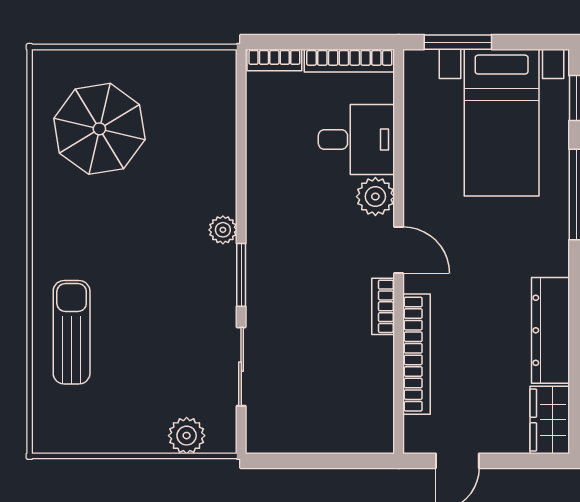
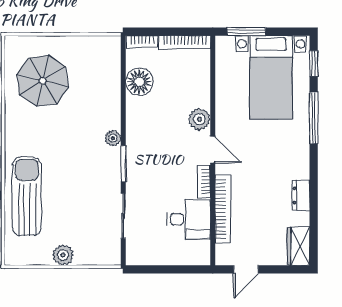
floor lamp: (269, 131) -> (139, 82), added
desk: (356, 139) -> (189, 219), moved
dresser: (551, 330) -> (301, 195), width x0.51, depth x0.80
sun lounger: (72, 332) -> (27, 196), width x1.36, depth x1.34
plant: (187, 436) -> (63, 255), moved

